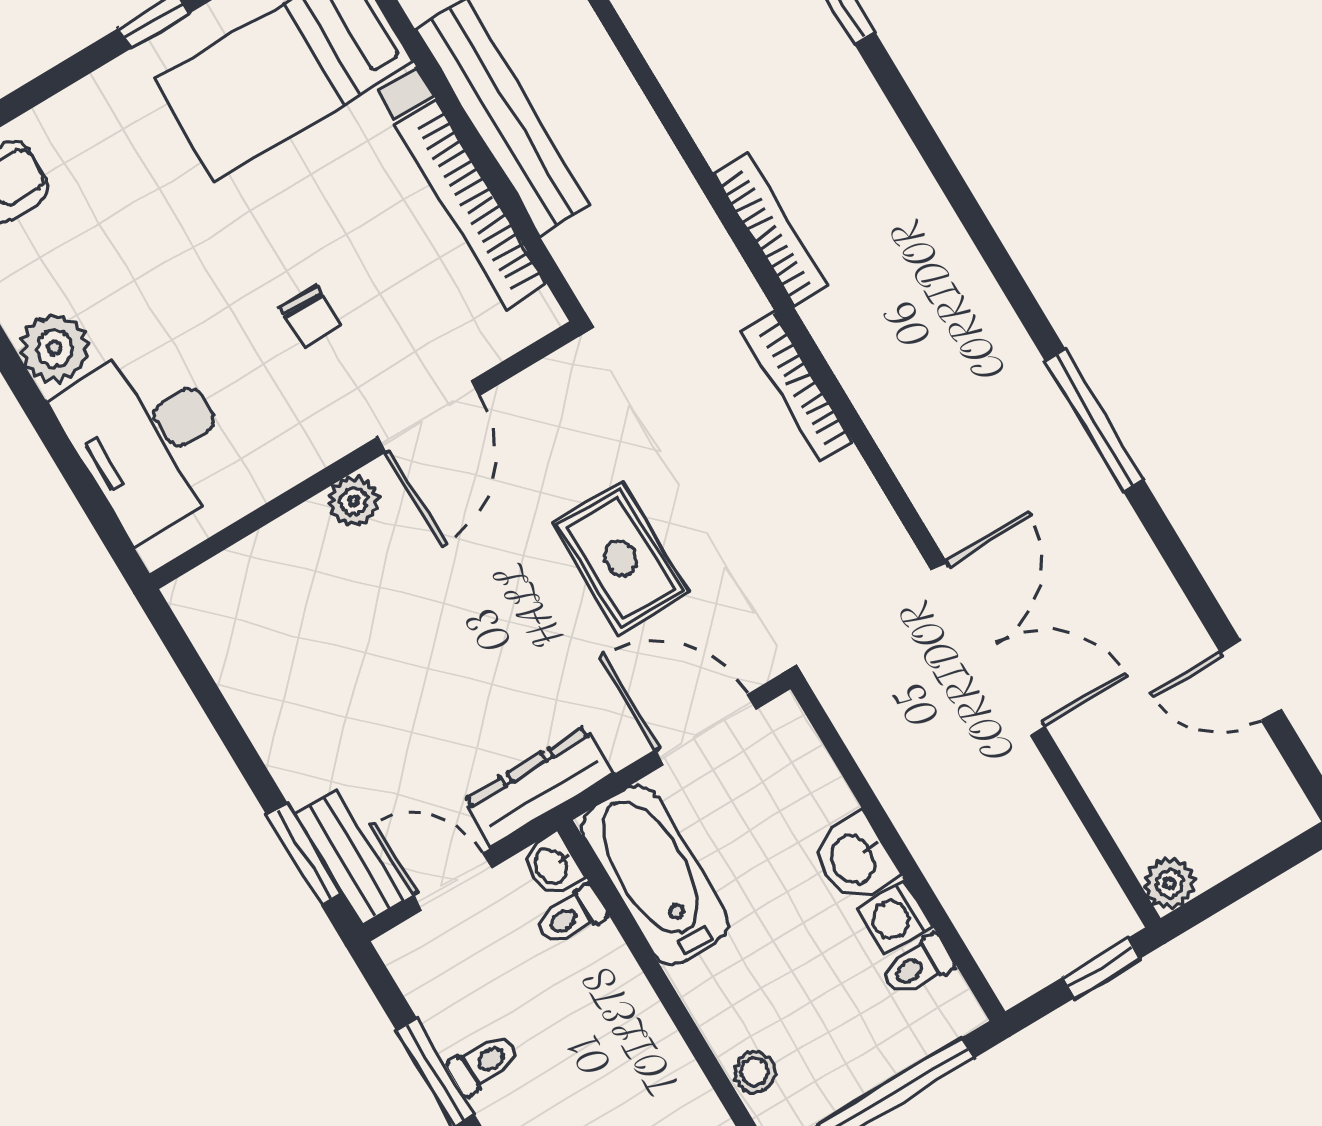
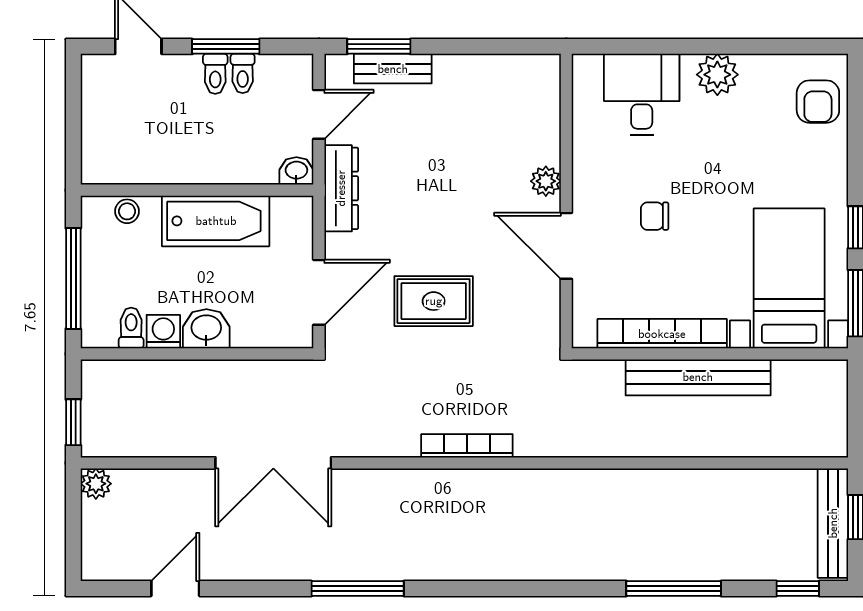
bookcase: (770, 230) -> (556, 480), removed
desk: (148, 439) -> (642, 95), width x0.73
bench: (349, 858) -> (393, 69), moved
bathtub: (655, 875) -> (216, 221), moved
toilet: (571, 916) -> (243, 73), moved, turned 180

